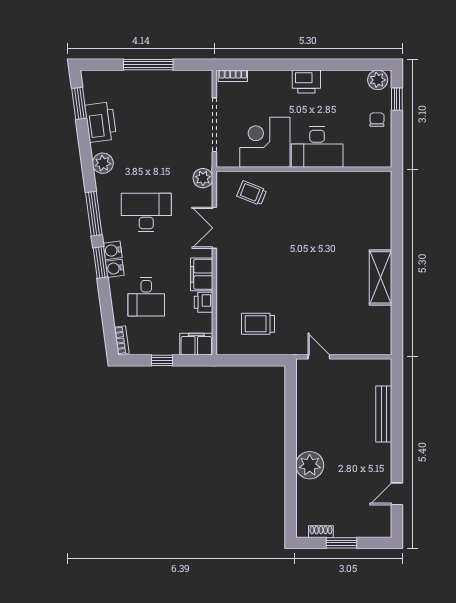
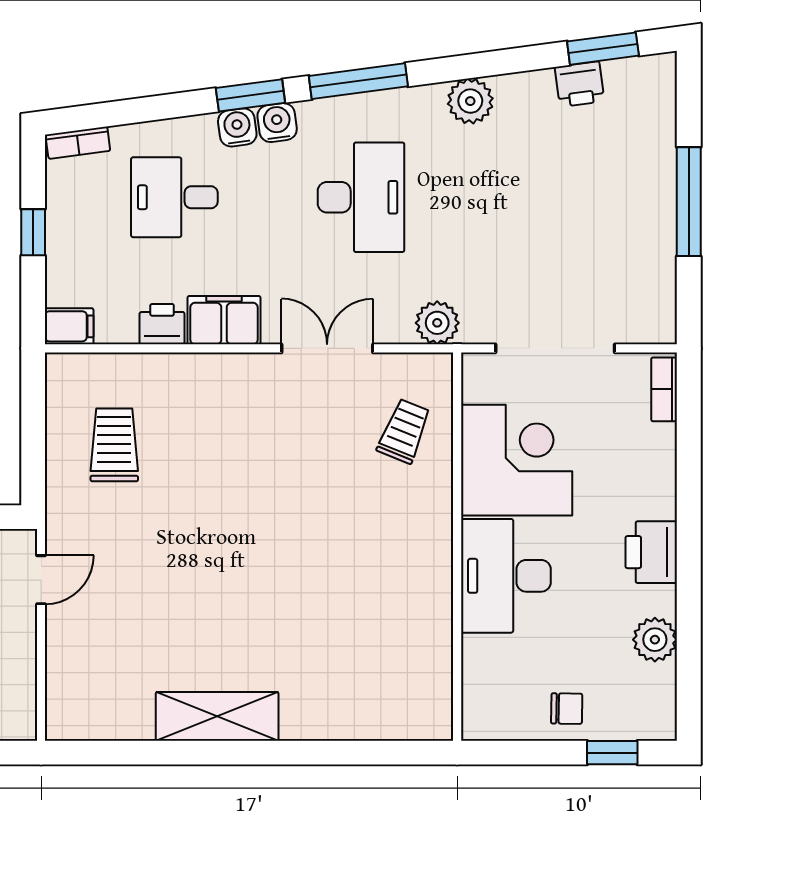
plant: (378, 80) -> (655, 640), moved
printer: (101, 122) -> (579, 84), width x0.53, depth x0.68
filing cabinet: (196, 344) -> (69, 326), width x0.50

